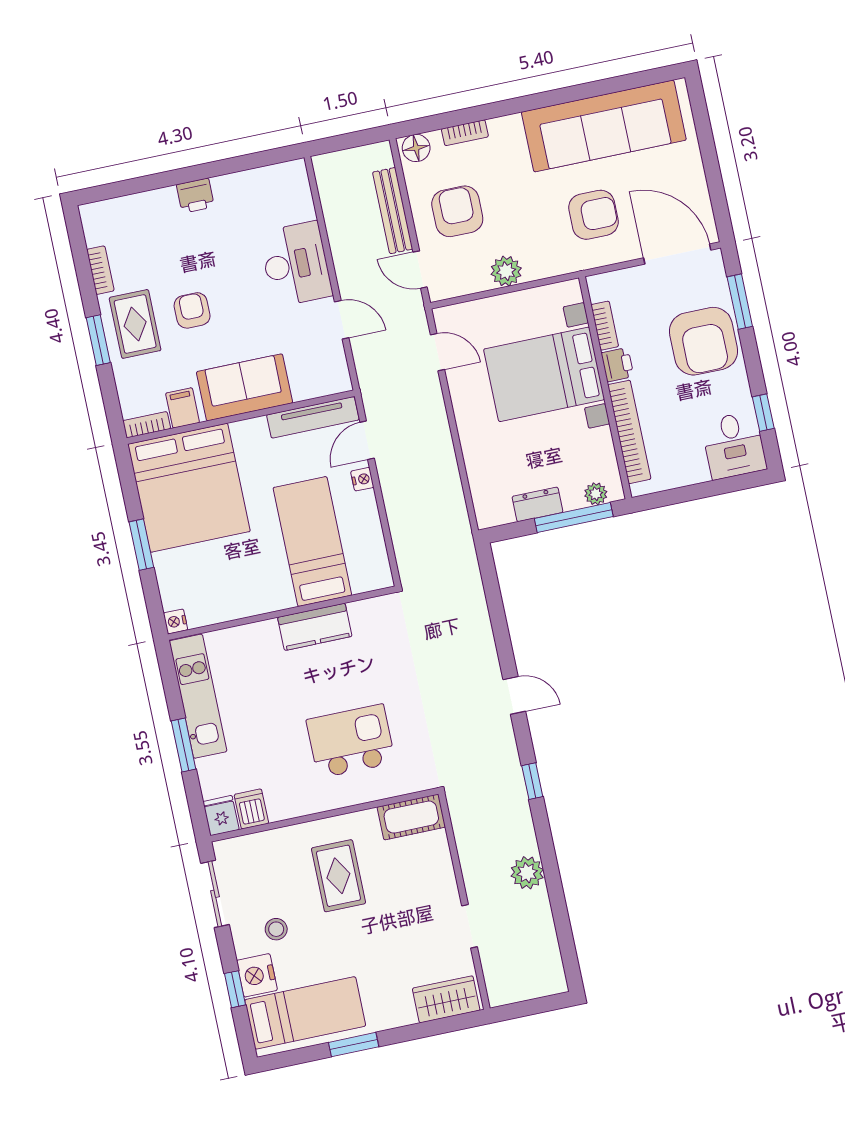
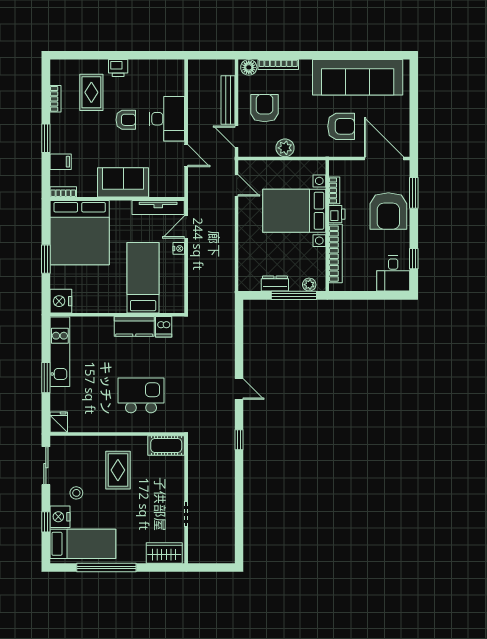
bookcase: (465, 133) -> (278, 65), width x1.56
armchair: (192, 310) -> (126, 120), moved, turned 90
rug: (135, 324) -> (91, 92), moved
filing cabinet: (183, 408) -> (61, 162), moved, turned 90
nightstand: (175, 621) -> (61, 301), width x1.89, depth x1.79
dishwasher: (251, 809) -> (164, 327), moved, turned 180
plant: (527, 873) -> (225, 491), removed
window: (354, 1045) -> (106, 567), width x2.11

